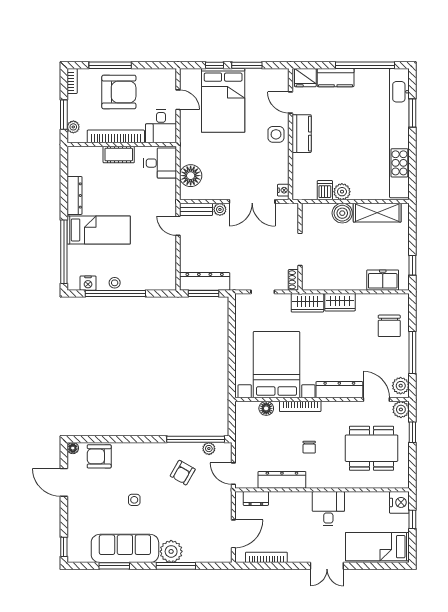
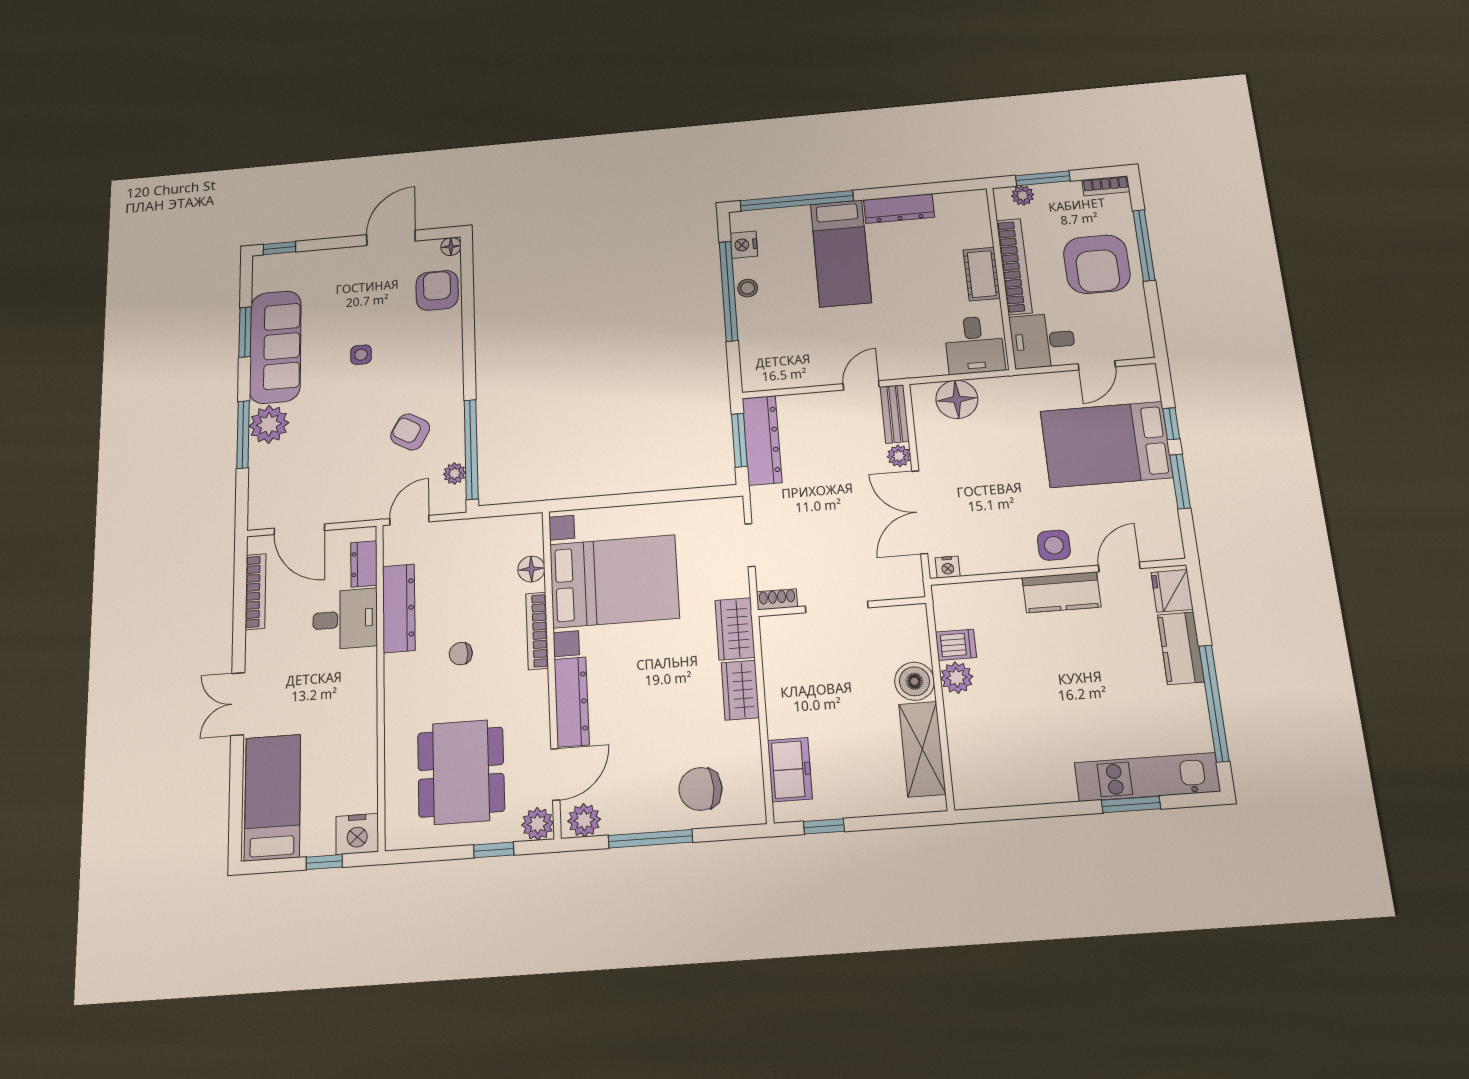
kitchen unit: (399, 133) -> (1147, 777), width x0.54
desk: (328, 509) -> (345, 619), moved

